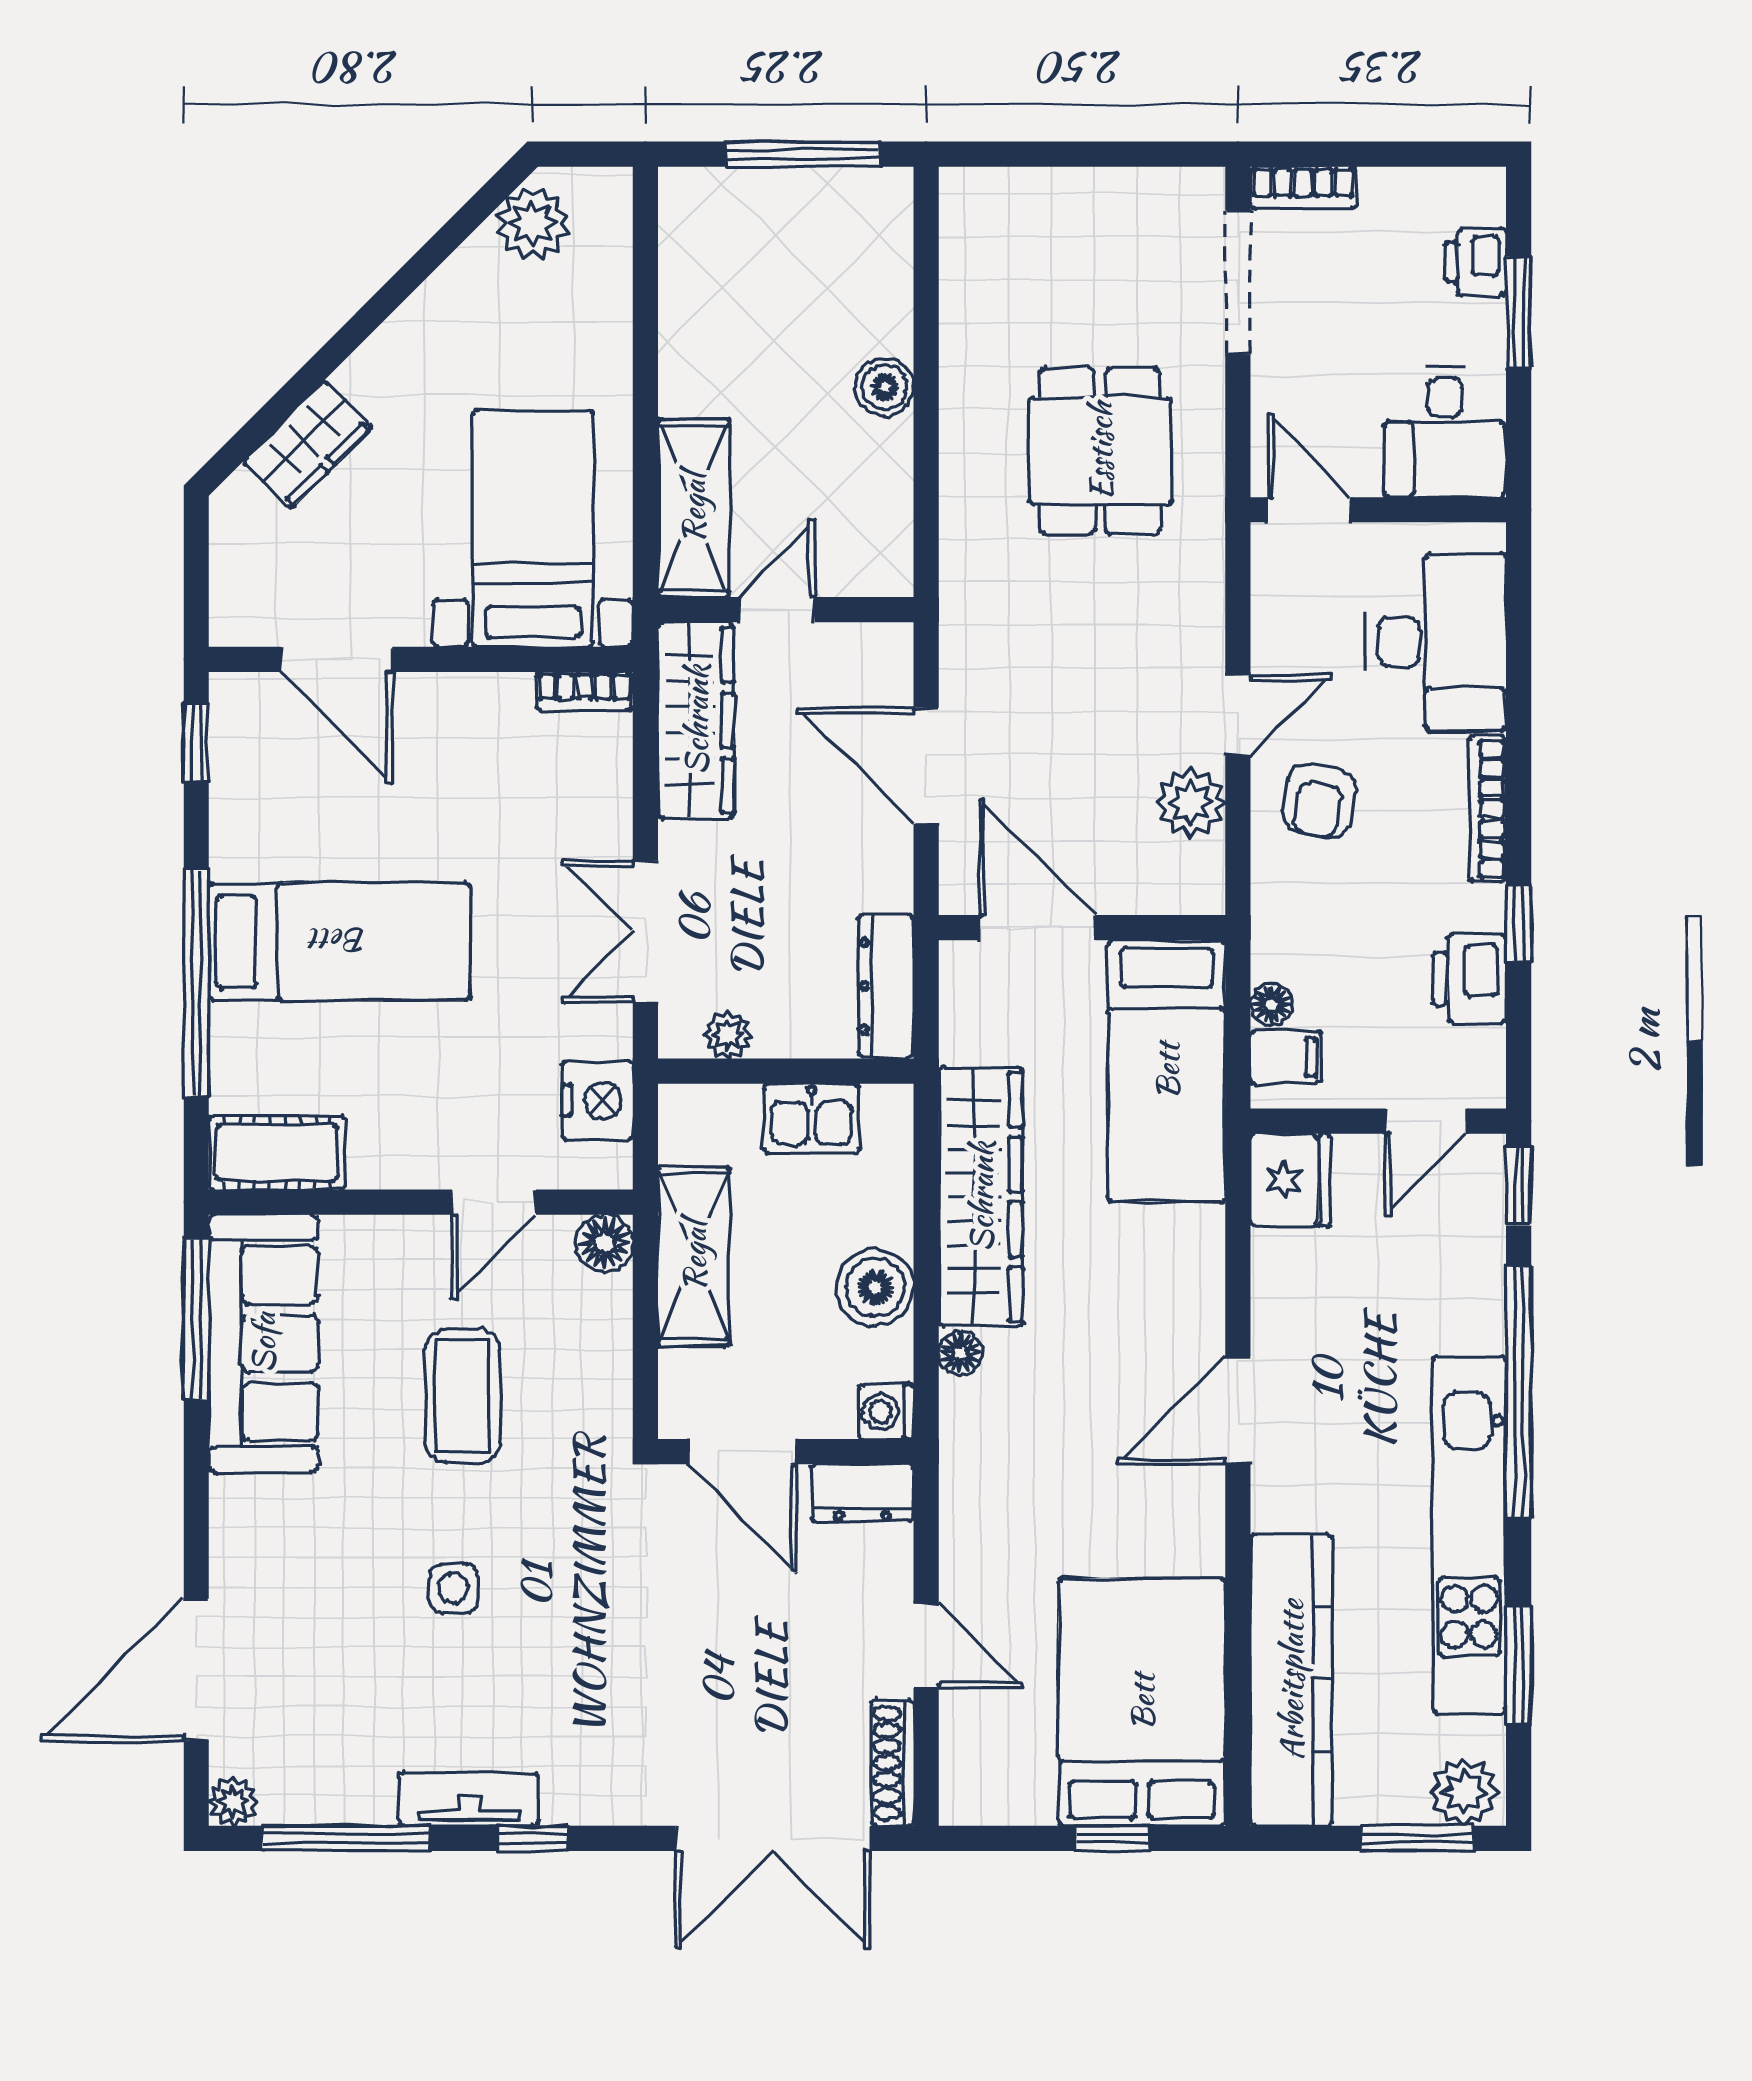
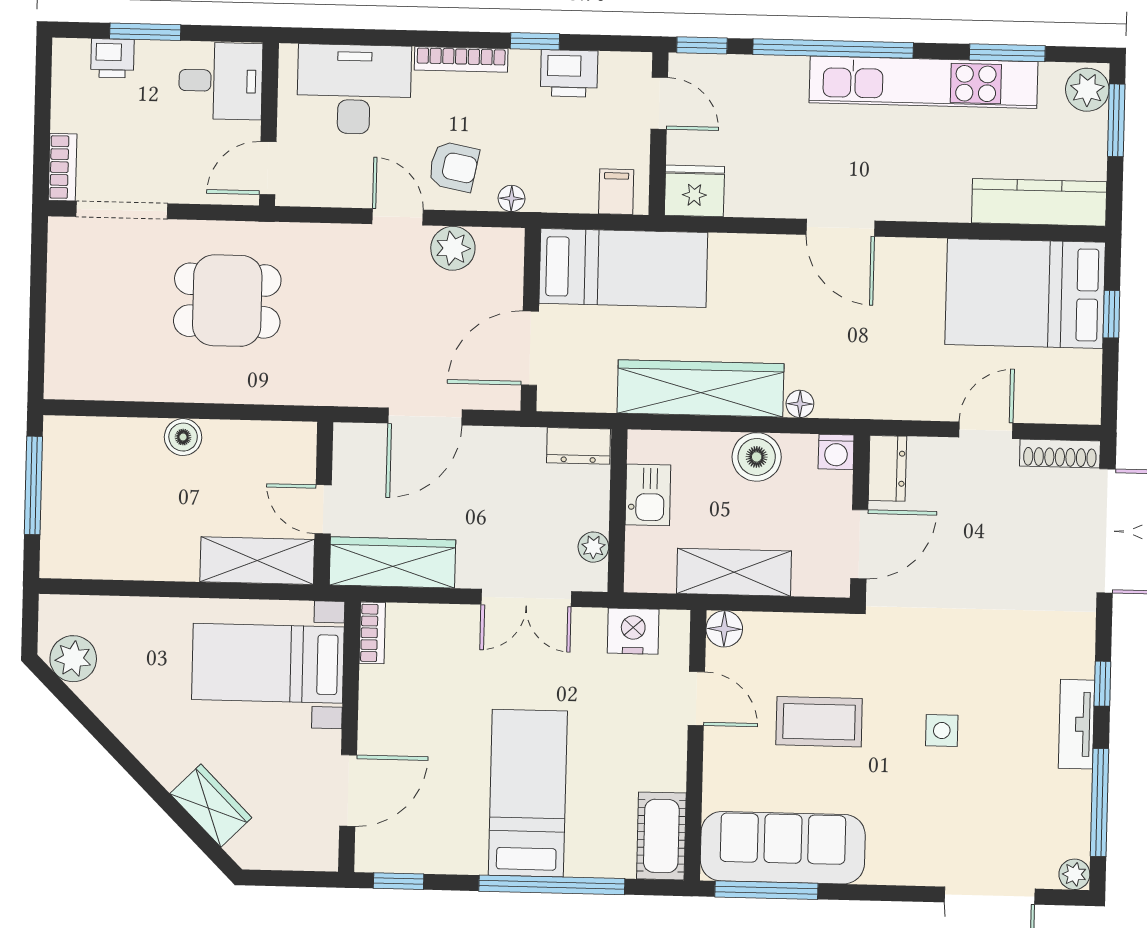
dresser: (886, 986) -> (578, 446), width x0.70
floor lamp: (1271, 1005) -> (512, 198), moved
kitchen counter: (1291, 1680) -> (1039, 202), width x0.72, depth x0.86

